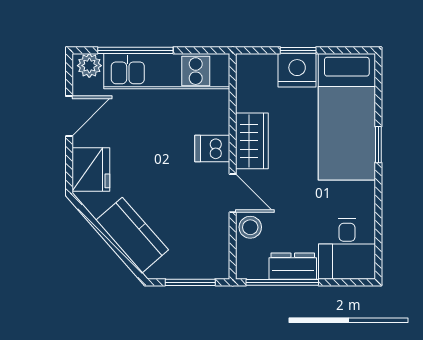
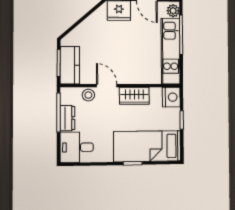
nightstand: (297, 70) -> (171, 97), moved
dishwasher: (212, 149) -> (130, 75), removed
door: (233, 193) -> (107, 86), swing flipped
kitchen counter: (132, 235) -> (70, 65), moved, turned -49

